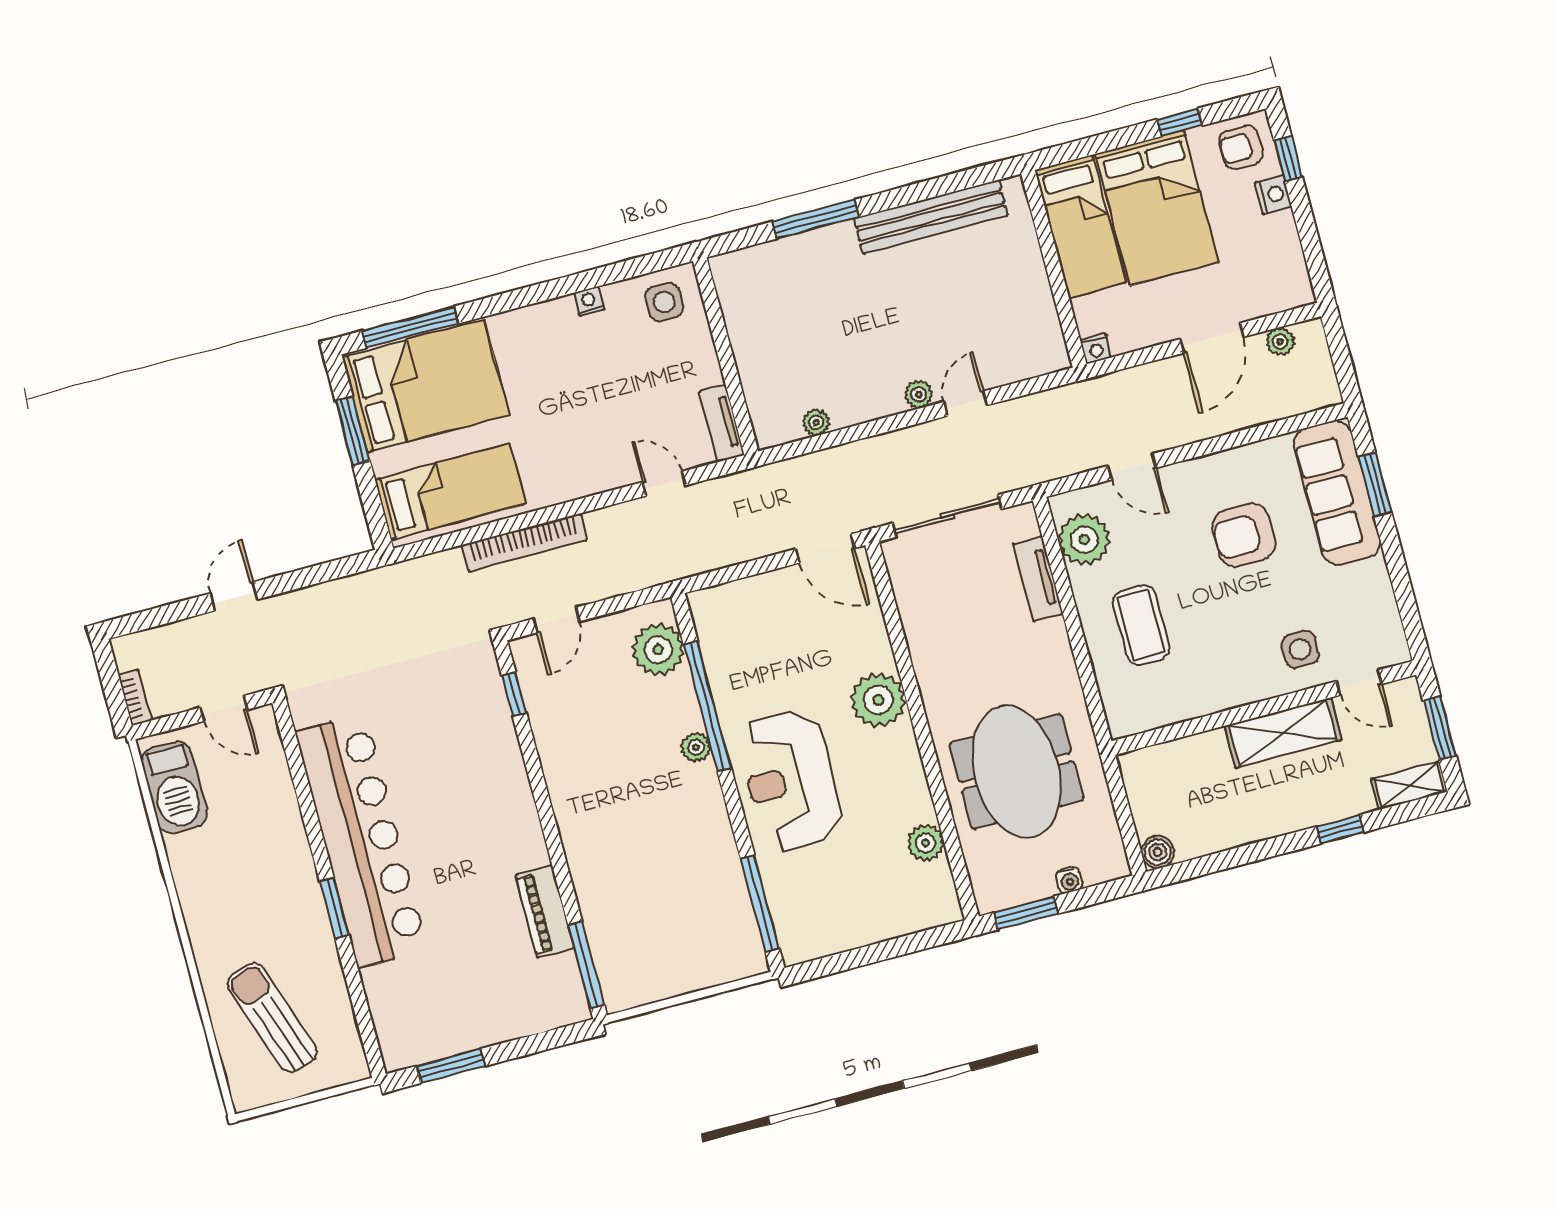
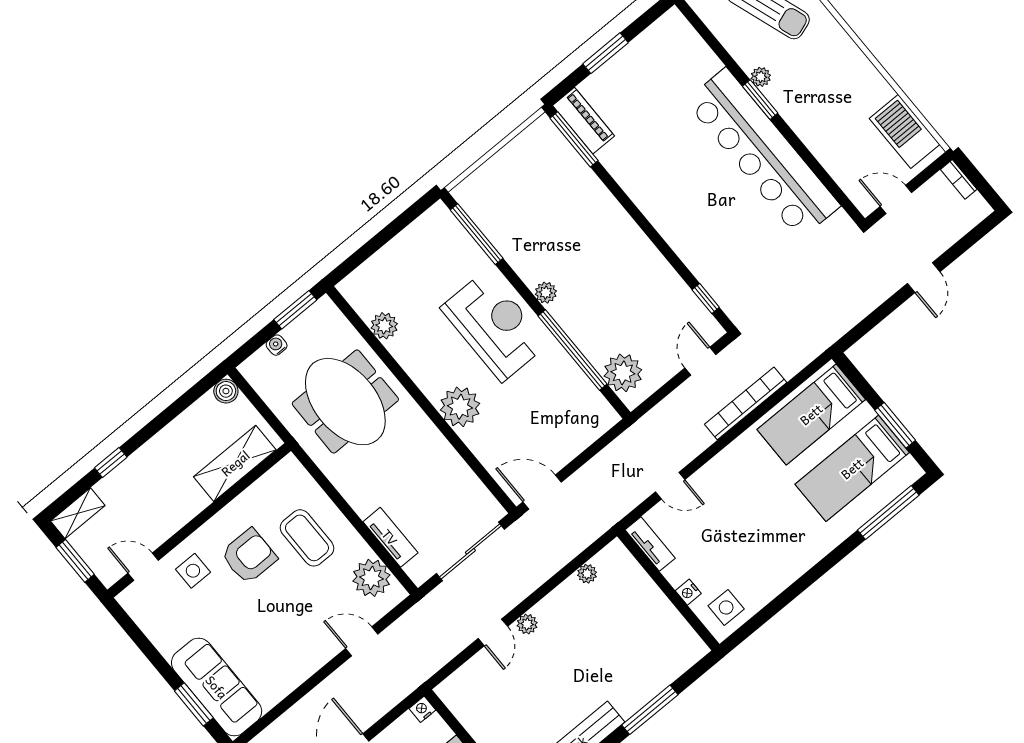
nightstand: (589, 301) -> (688, 592), moved, turned 90
bed: (426, 386) -> (852, 468), width x0.67
armchair: (1244, 535) -> (249, 556), moved
shelving: (1283, 733) -> (235, 463), moved
plant: (696, 747) -> (546, 293), moved
piano: (545, 912) -> (584, 121), moved
plant: (321, 936) -> (761, 77), added
window: (451, 1066) -> (606, 53), moved

